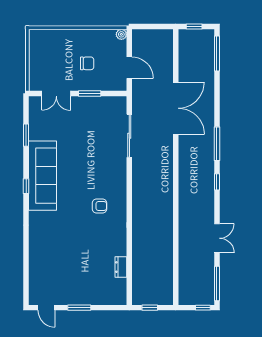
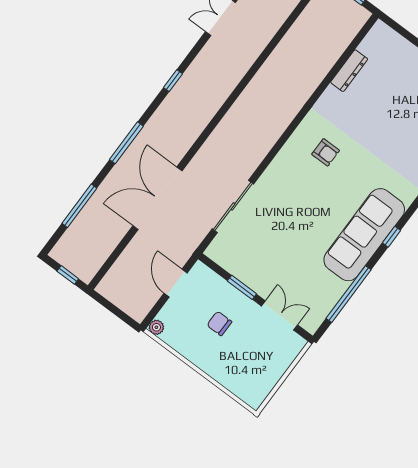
window: (217, 54) -> (79, 206), moved
window: (26, 135) -> (349, 294), width x2.11
window: (217, 144) -> (126, 143), moved
armchair: (100, 206) -> (326, 152), turned 180
dresser: (121, 267) -> (349, 71), width x1.44

